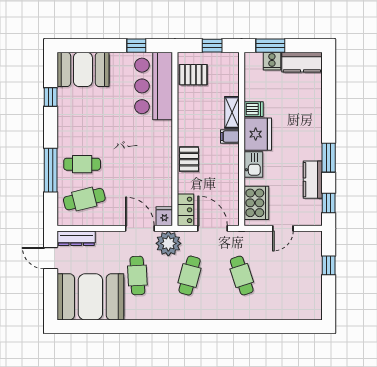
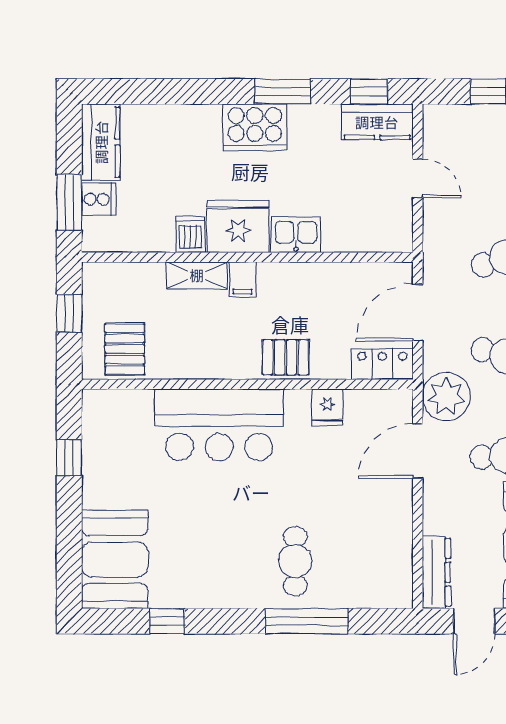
bar counter: (154, 86) -> (219, 425), moved
kitchen counter: (313, 180) -> (377, 122), moved
cafe table: (84, 199) -> (362, 557), removed
cooker: (256, 203) -> (255, 127), moved, turned 180
fridge: (164, 216) -> (327, 407), moved, turned -90

